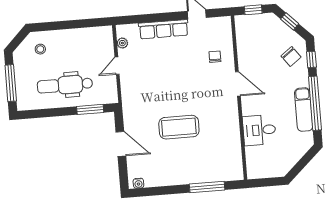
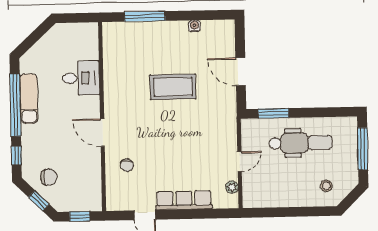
chair: (291, 56) -> (49, 177), moved, turned 127
water cooler: (138, 183) -> (194, 26), moved

